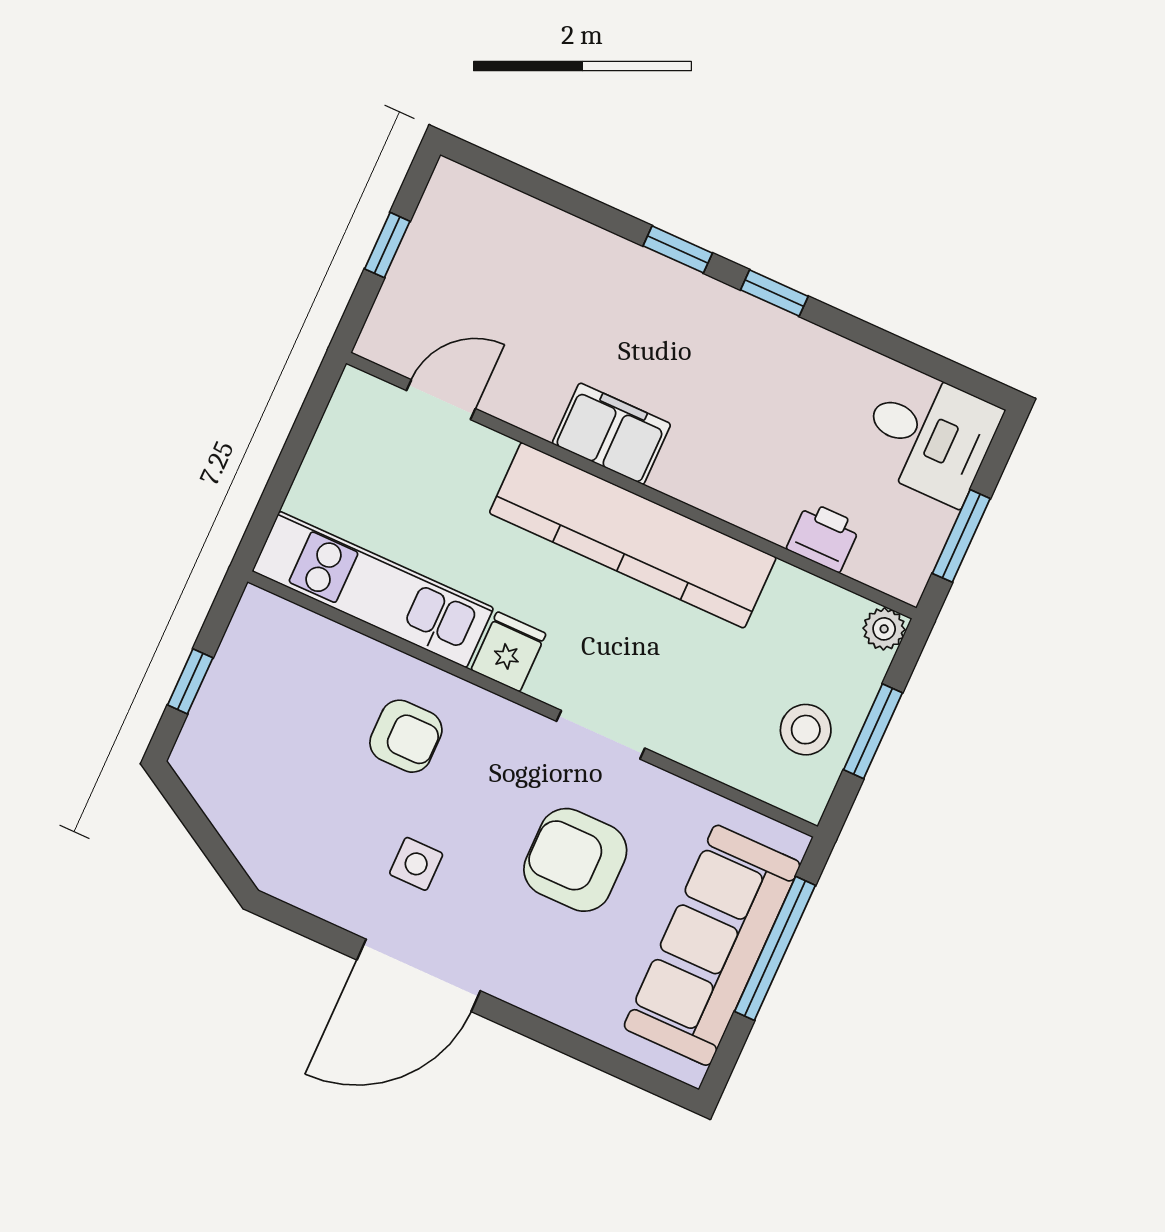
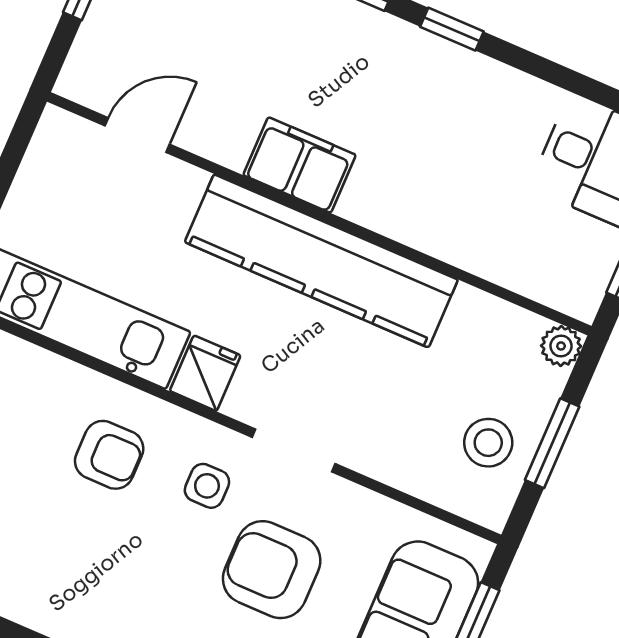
printer: (824, 537) -> (502, 260), removed
side table: (416, 864) -> (207, 486), moved

